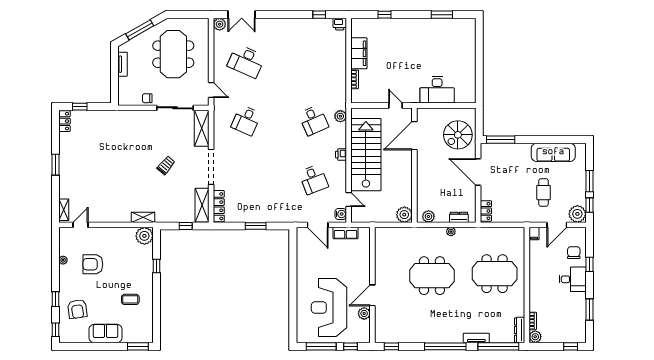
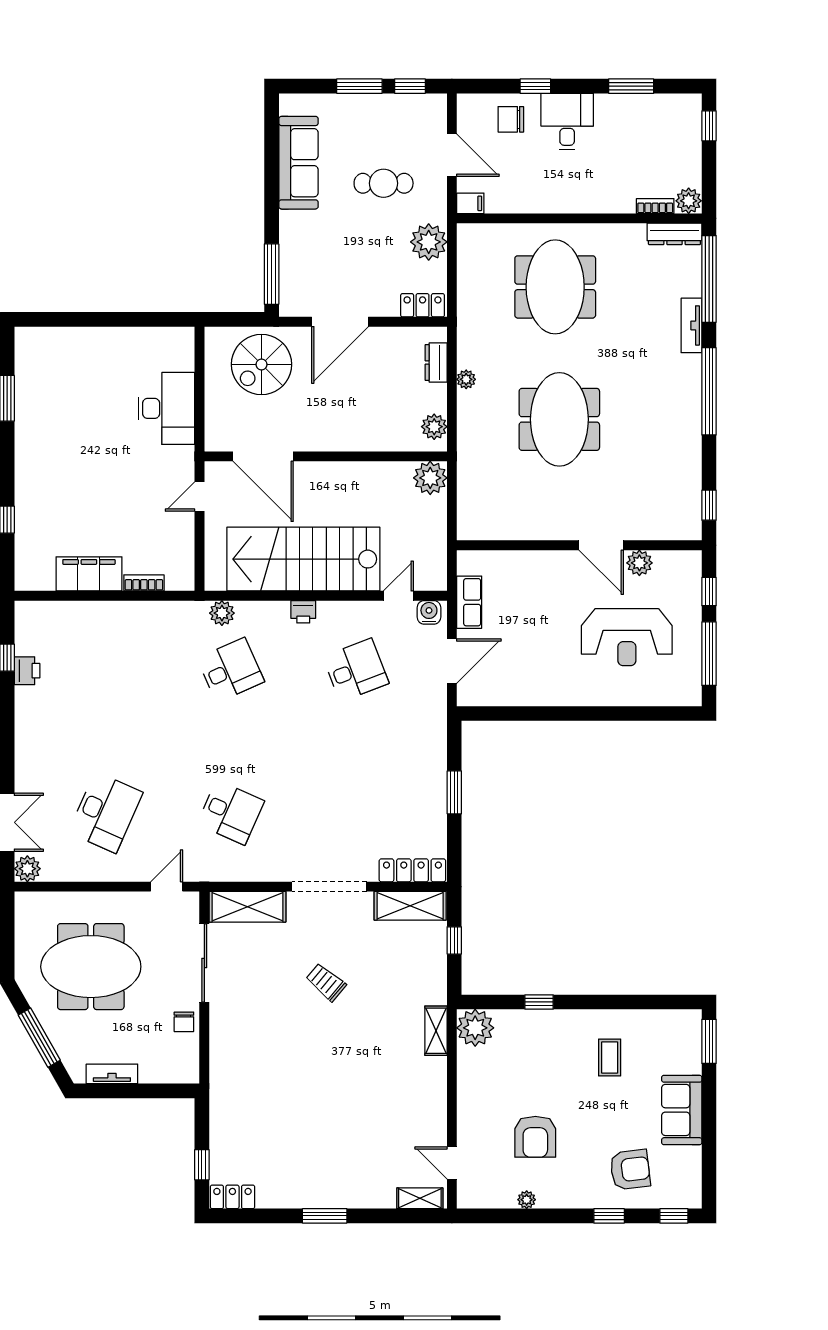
printer: (340, 24) -> (27, 671), moved
spiral stairs: (458, 135) -> (262, 364), turned 90
plant: (577, 214) -> (429, 242), moved
reception desk: (329, 308) -> (627, 637), width x0.74, depth x0.77

